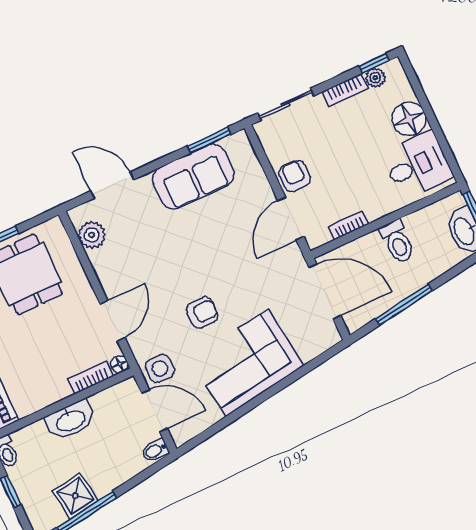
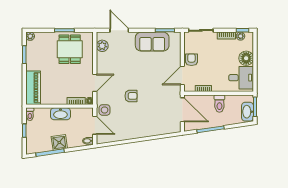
corner sofa: (247, 363) -> (139, 124), removed
shower: (75, 496) -> (59, 142), moved

